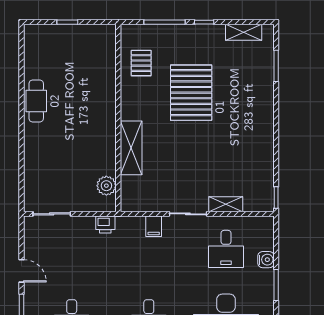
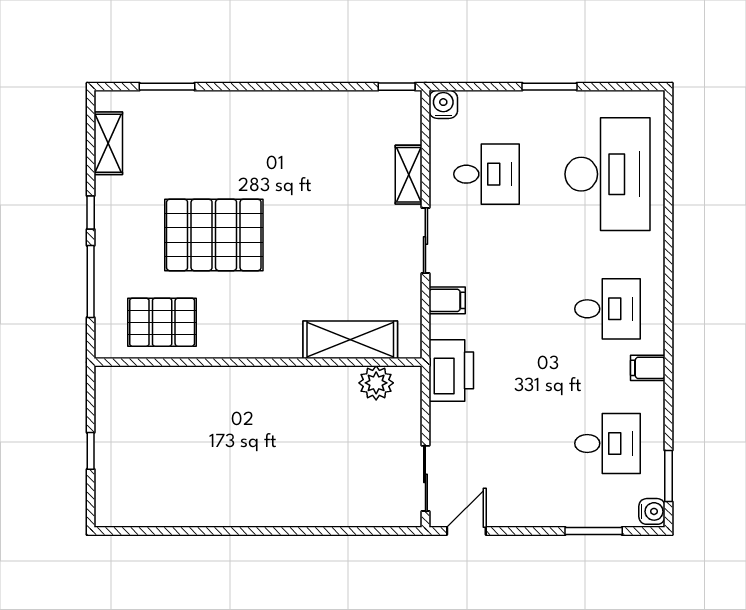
pallet: (141, 63) -> (162, 322), width x1.50, depth x1.42
cafe table: (36, 101) -> (228, 505), removed
shelving: (131, 148) -> (350, 340), moved
printer: (105, 225) -> (451, 370), width x1.87, depth x1.48
water cooler: (266, 260) -> (443, 104), moved
door: (22, 271) -> (466, 531), moved

